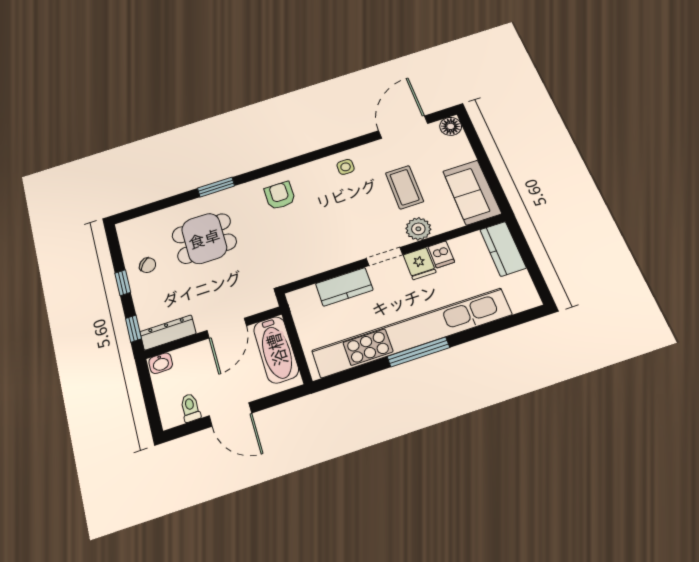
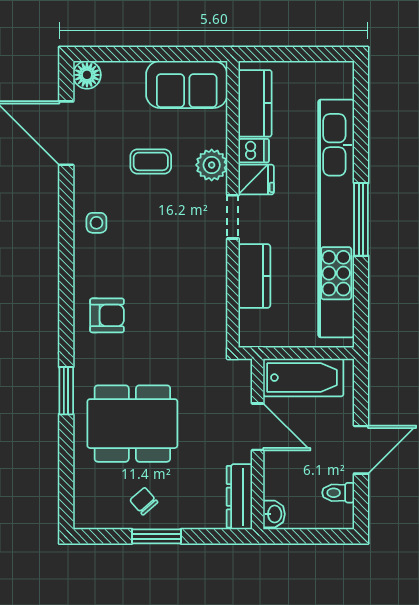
coffee table: (404, 187) -> (151, 161), width x0.73, depth x0.77
armchair: (280, 196) -> (107, 315), turned 180
dining table: (204, 238) -> (132, 424), width x1.38
kitchen counter: (503, 249) -> (255, 103), moved, turned -90
chair: (148, 265) -> (144, 501), turned -82
window: (123, 283) -> (156, 536), width x1.50
window: (133, 329) -> (220, 536), removed

